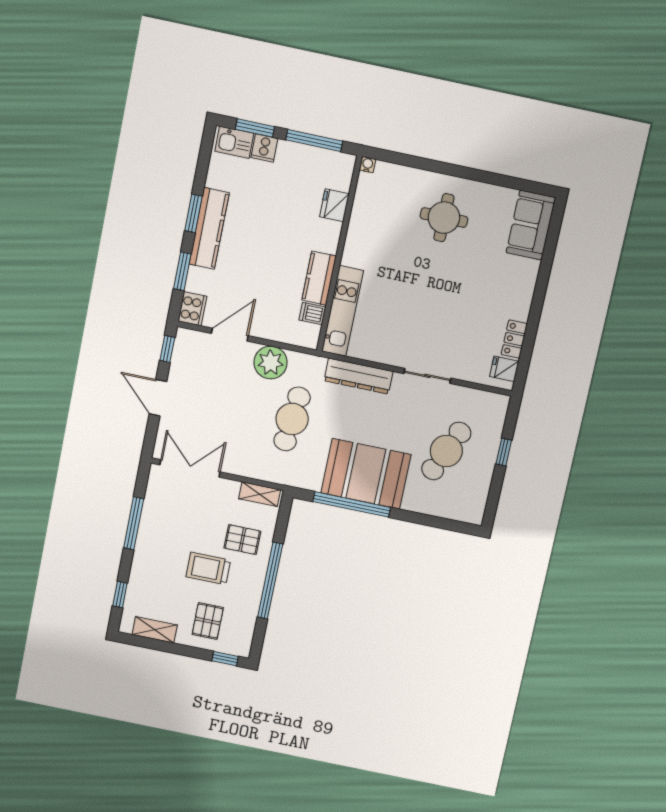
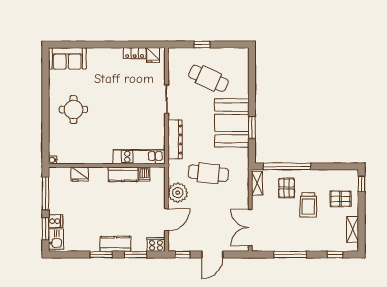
kitchen counter: (209, 228) -> (115, 244), width x0.67
door: (230, 335) -> (167, 220), swing flipped
window: (352, 504) -> (252, 127), width x0.47
window: (270, 581) -> (287, 166), moved

